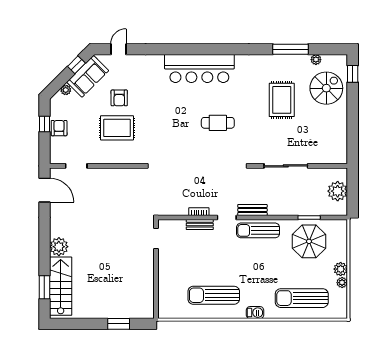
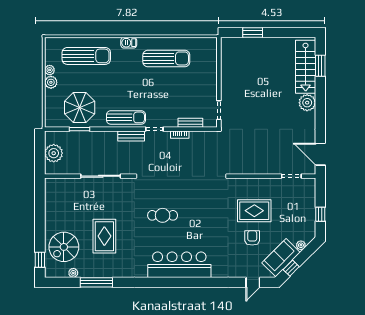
armchair: (59, 128) -> (307, 211), removed
bench: (200, 225) -> (190, 123), moved

